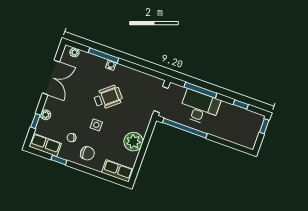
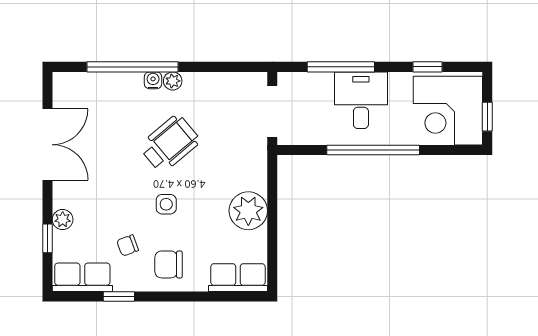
plant: (74, 52) -> (173, 81), moved
window: (104, 55) -> (133, 67), width x1.46
desk: (200, 107) -> (361, 100), width x0.73
window: (264, 126) -> (487, 117), moved
window: (185, 128) -> (373, 150), moved
corner desk: (243, 128) -> (448, 111), added
chair: (87, 153) -> (169, 264), turned 180

